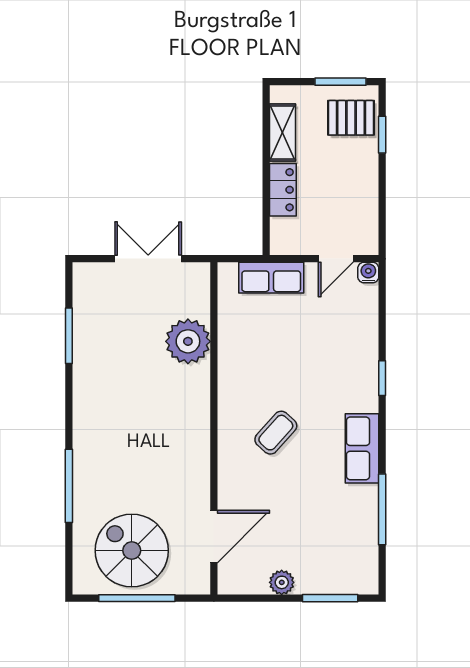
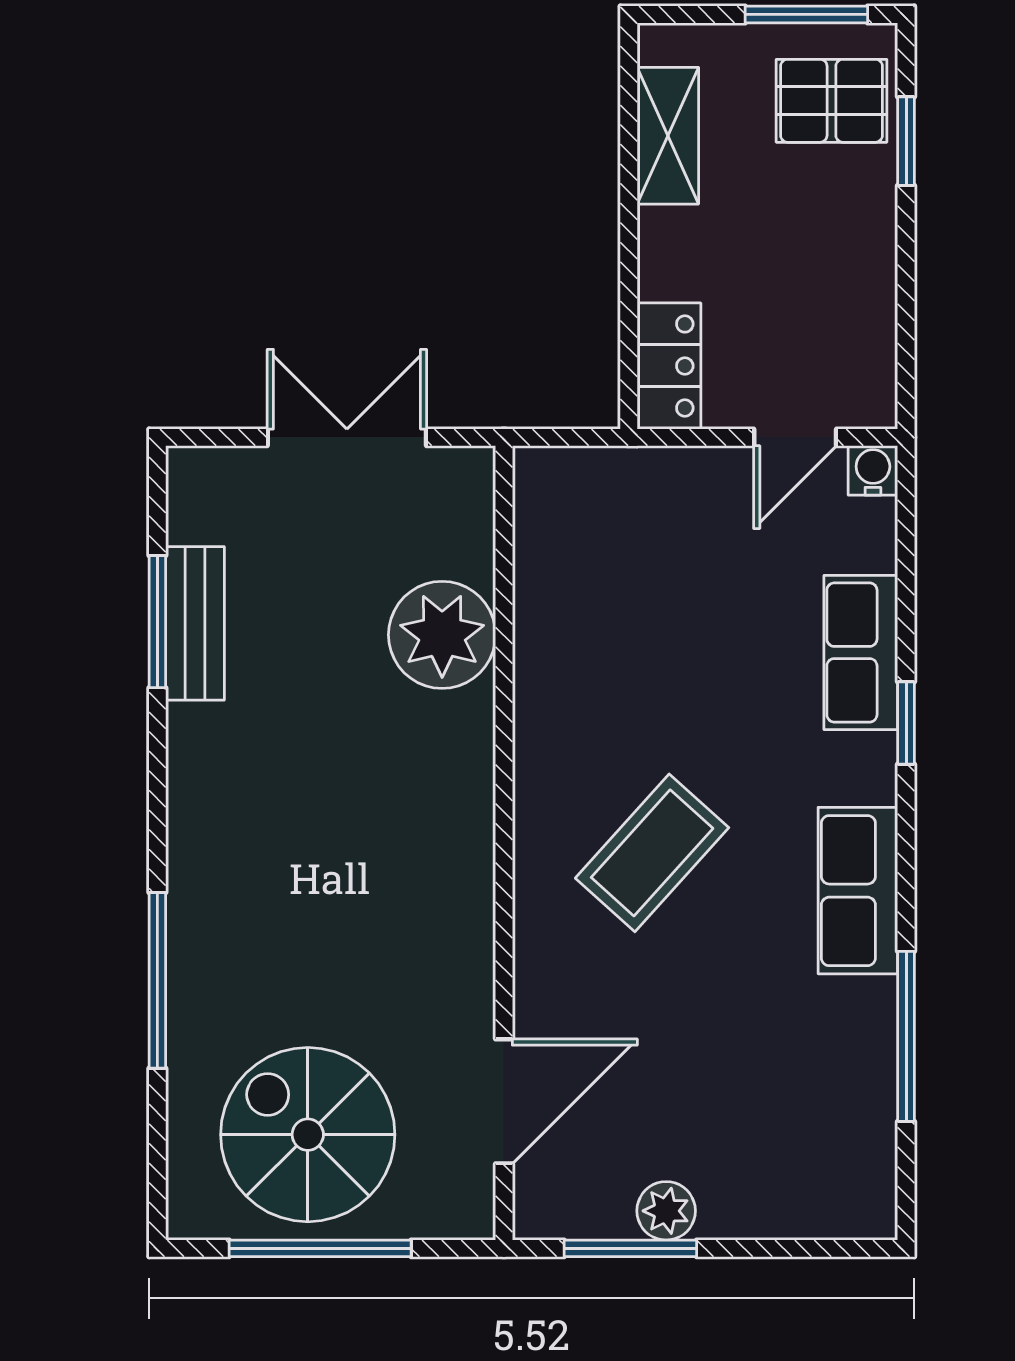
locker: (283, 190) -> (669, 366), moved
row of seats: (271, 278) -> (861, 652), moved, turned 90
bench: (85, 337) -> (195, 623), added
coffee table: (276, 433) -> (652, 853), width x1.36, depth x1.30
window: (330, 598) -> (630, 1248), moved

